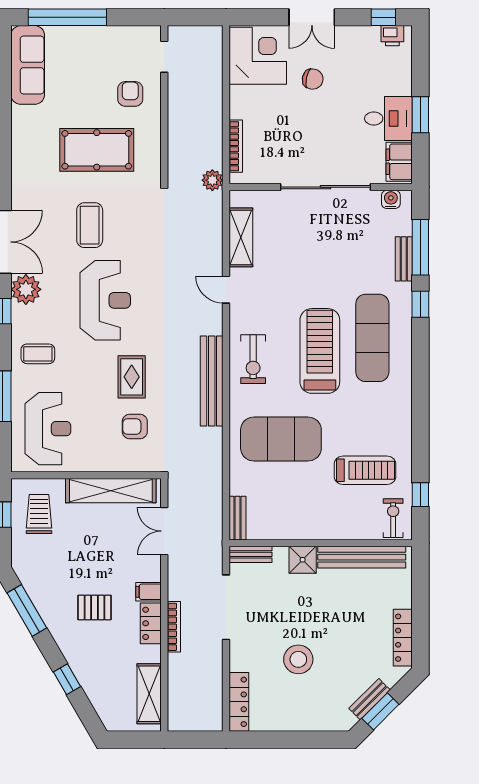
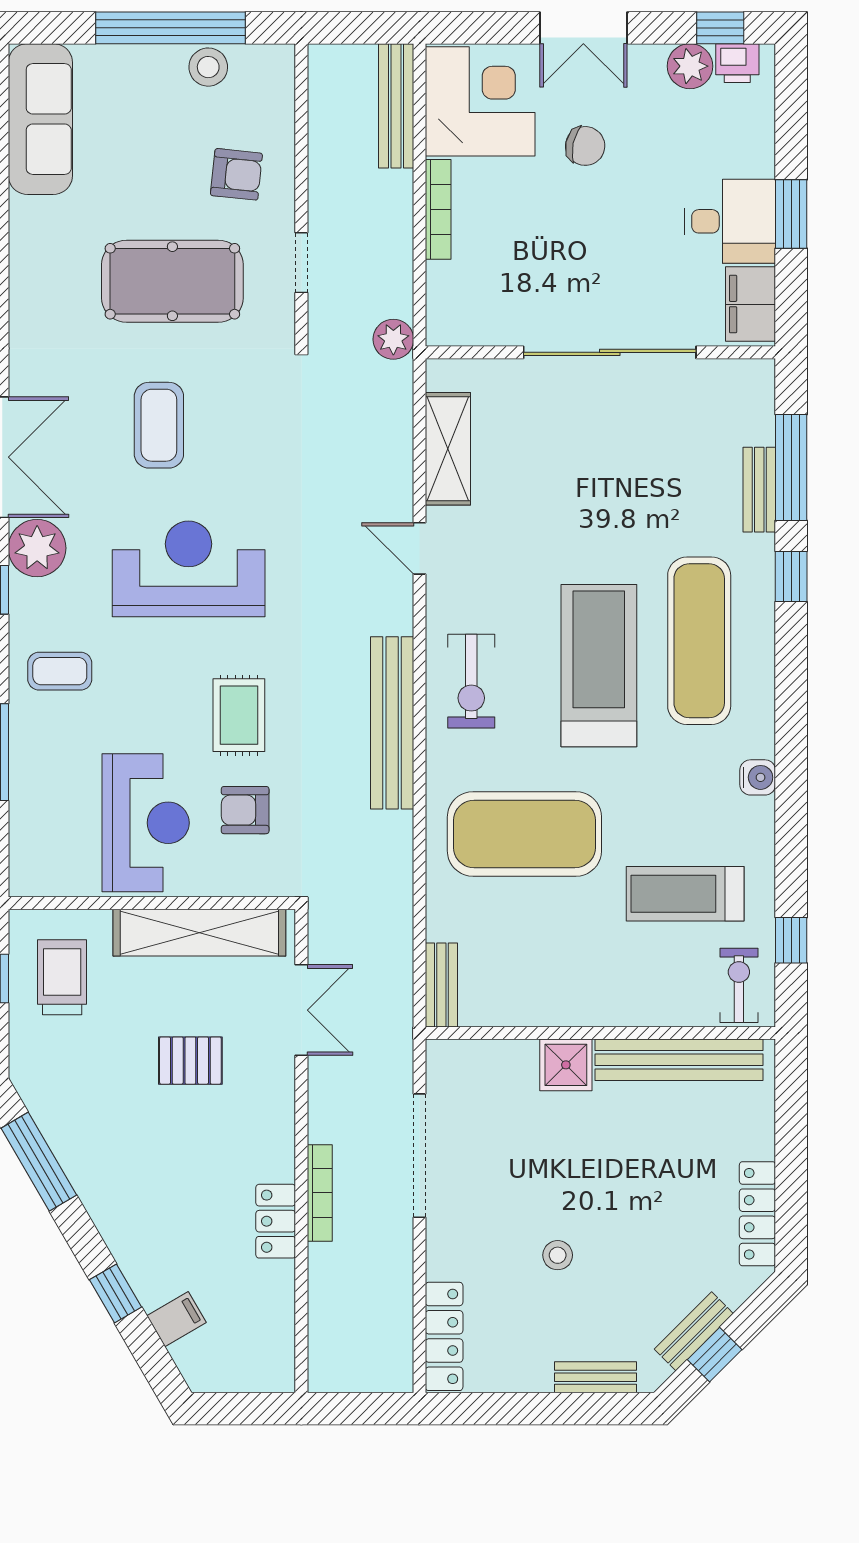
window: (67, 17) -> (171, 28), moved
plant: (368, 37) -> (690, 66), added
stool: (116, 38) -> (208, 67), added
doorway: (164, 57) -> (301, 263), moved
bench: (214, 58) -> (396, 106), added
armchair: (130, 94) -> (236, 174), turned 96
bookcase: (236, 146) -> (438, 209), moved
water cooler: (391, 199) -> (758, 777), moved, turned 90
reception desk: (105, 300) -> (189, 569), turned -90
reception desk: (48, 429) -> (146, 823), moved
treadmill: (365, 470) -> (685, 894), turned 180
double door: (164, 531) -> (301, 1010), swing flipped
bench: (250, 554) -> (596, 1377), moved
filing cabinet: (149, 592) -> (176, 1319), moved, turned 150
pallet: (94, 607) -> (190, 1061), moved
locker: (151, 623) -> (276, 1221), moved
stool: (298, 659) -> (558, 1255), width x0.53, depth x0.53
shelving: (149, 694) -> (272, 1321), removed
window: (380, 711) -> (715, 1355), width x0.67

